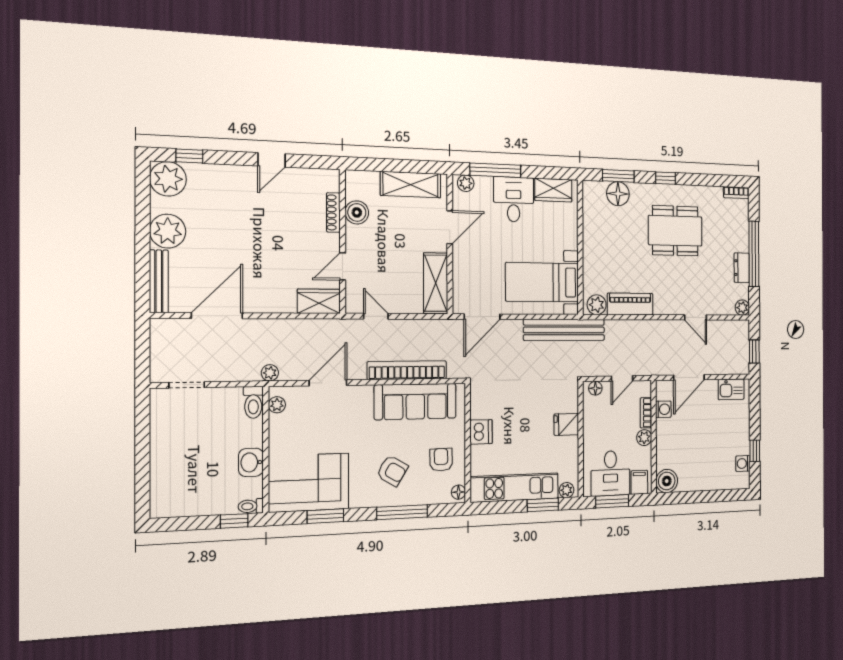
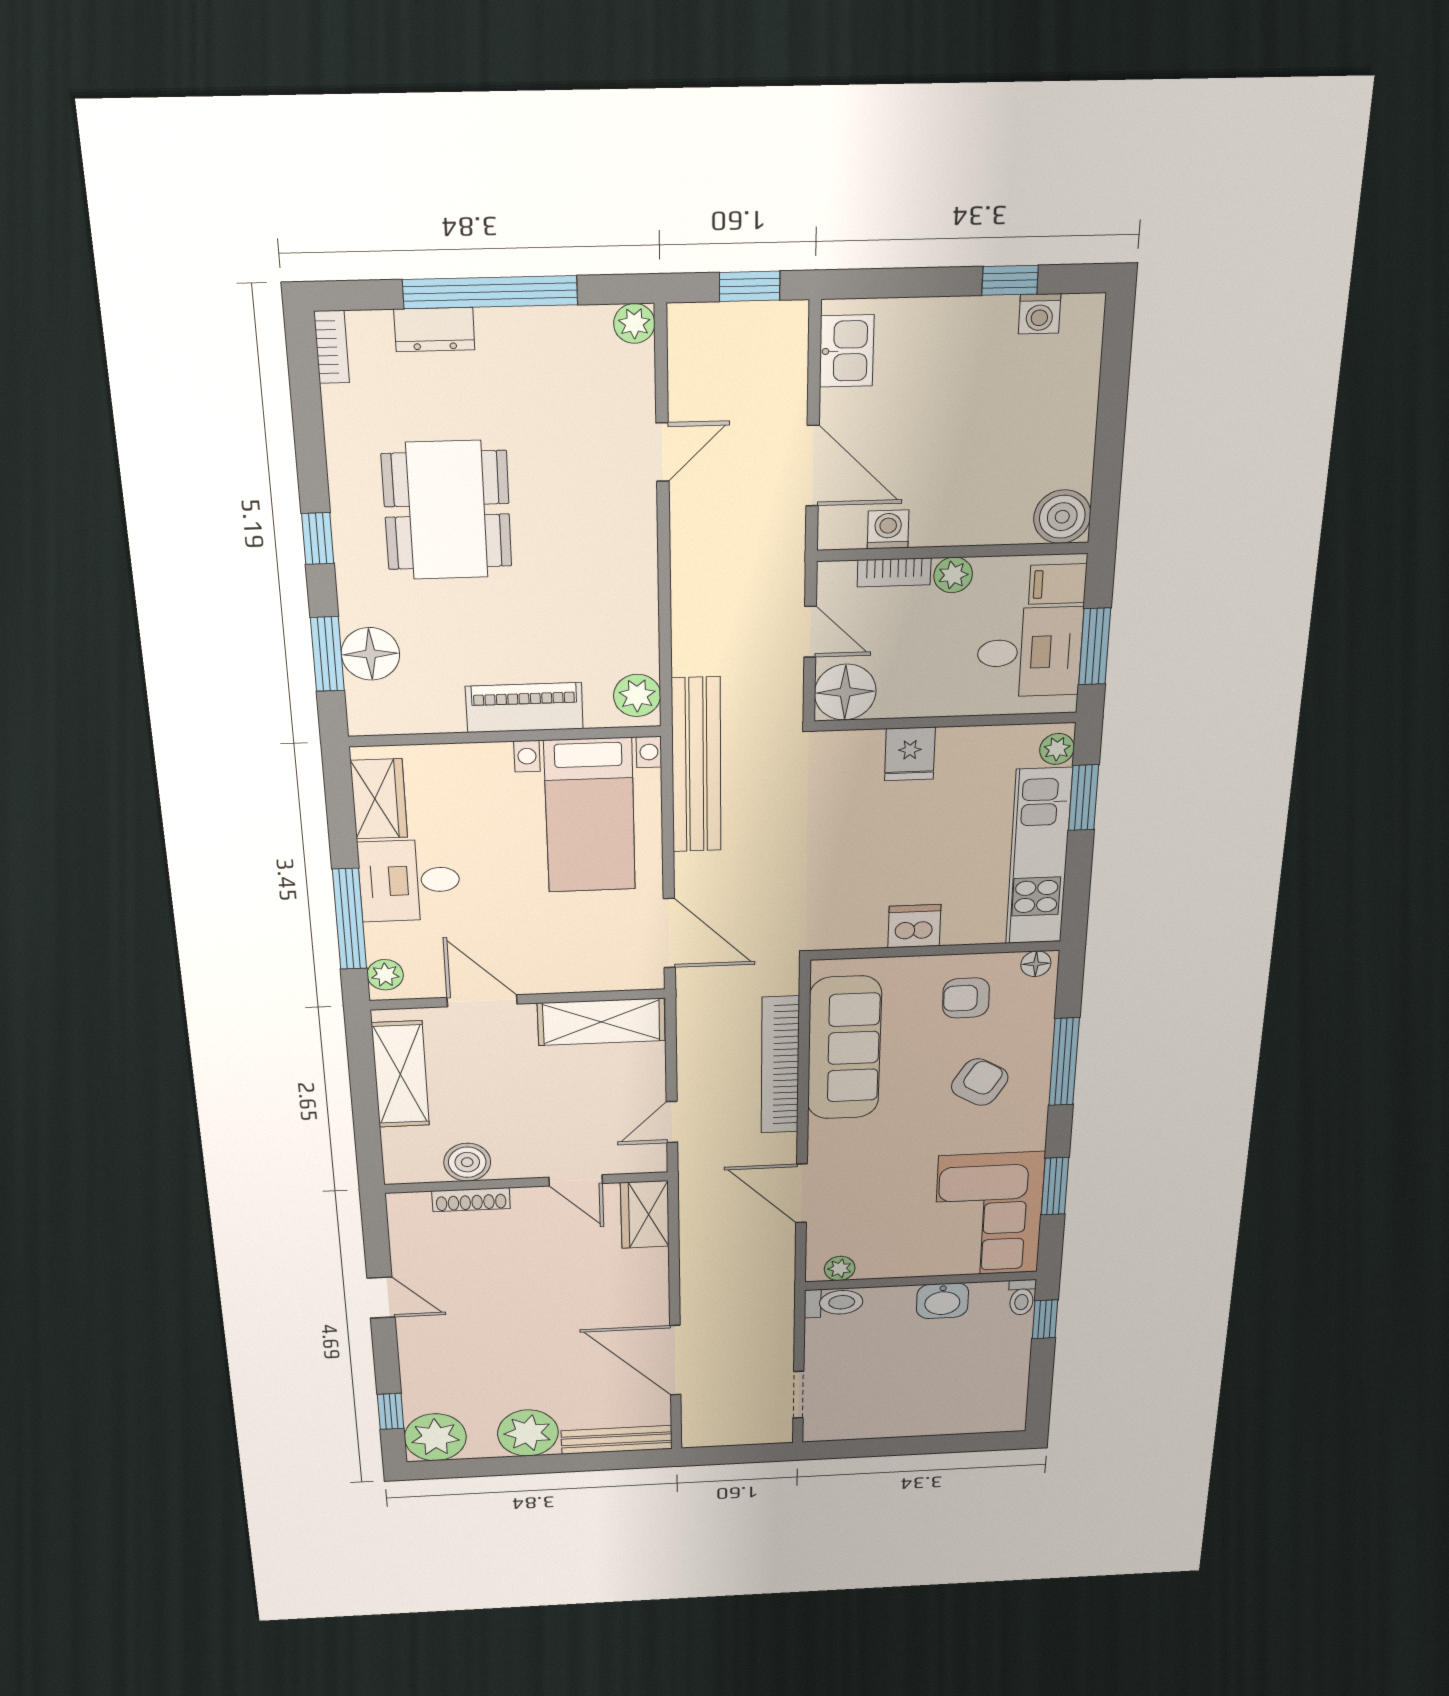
dresser: (742, 268) -> (434, 330), moved
piano: (630, 304) -> (524, 708), moved, turned 90
plant: (270, 373) -> (780, 1281), removed
floor lamp: (595, 388) -> (845, 692), width x1.89, depth x1.89

